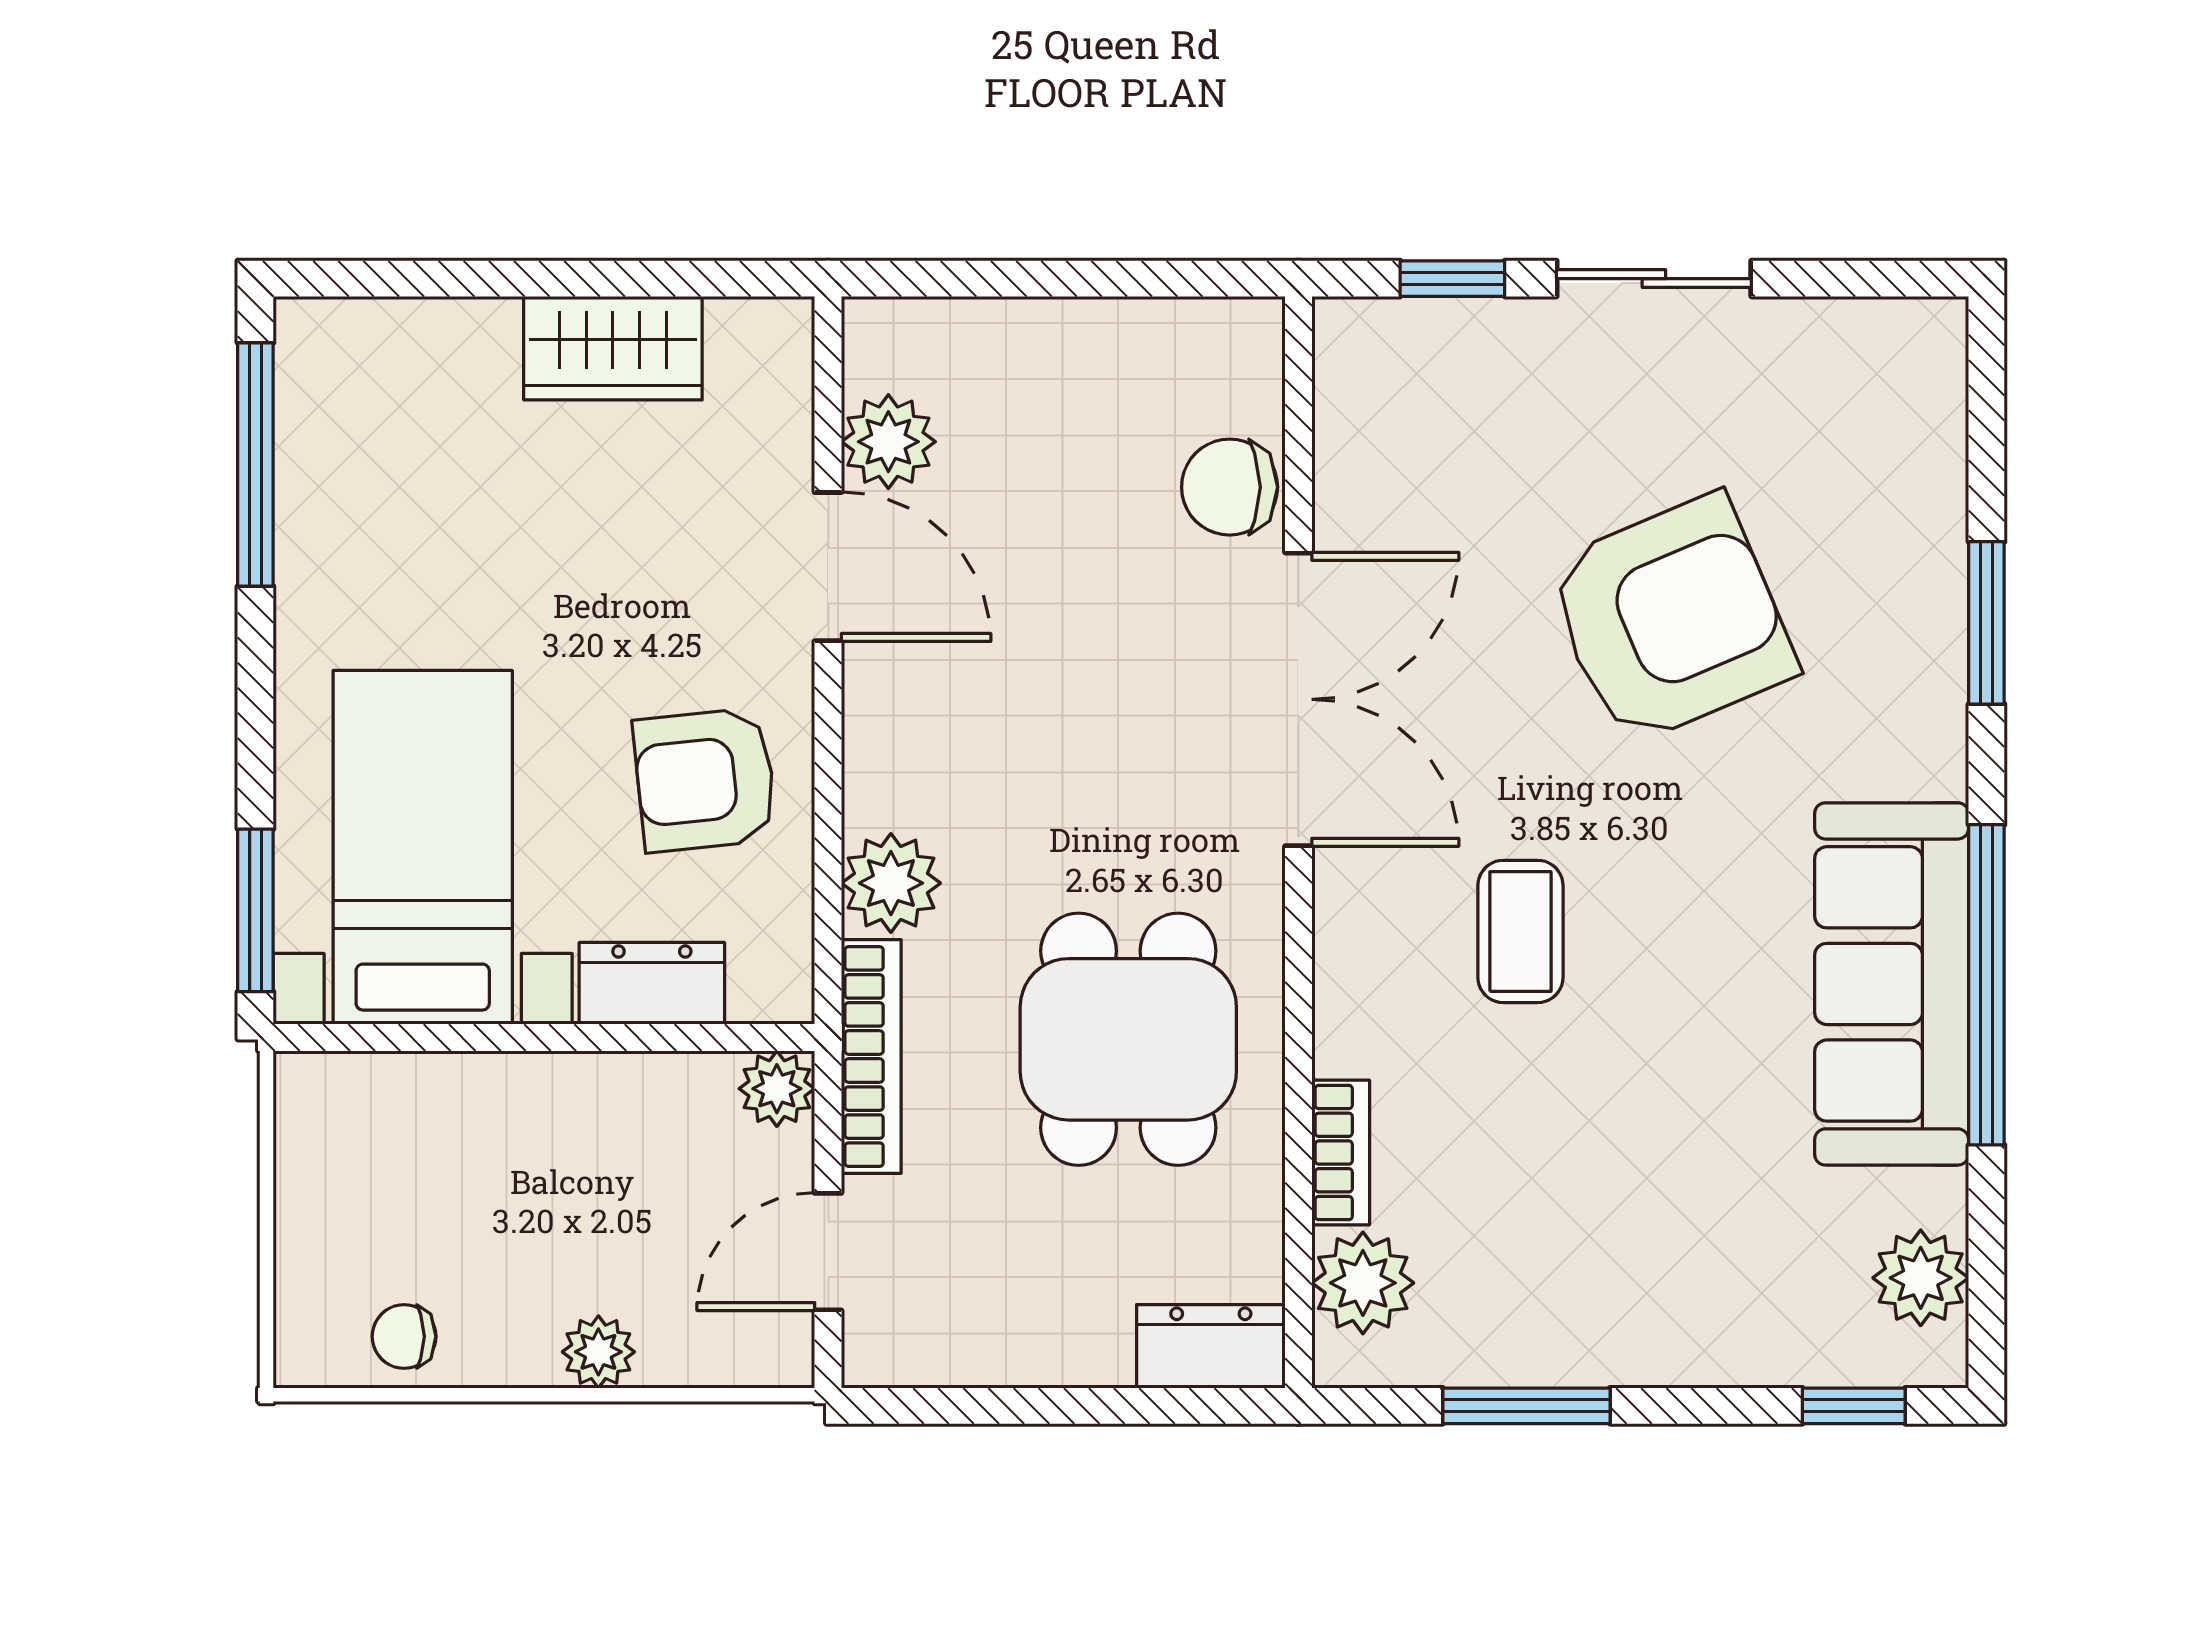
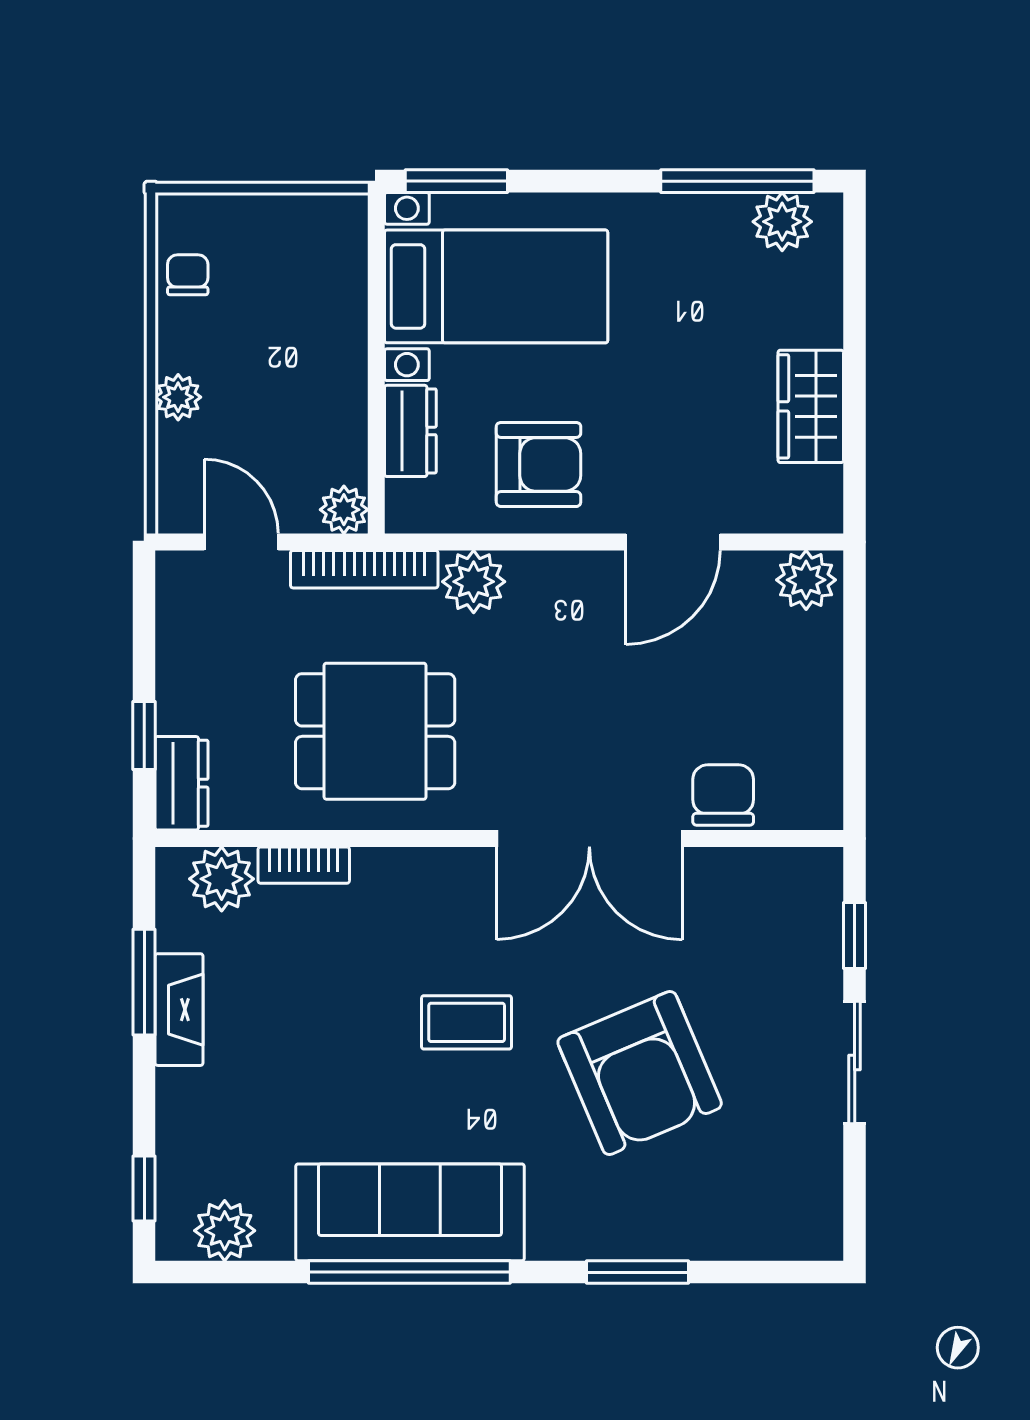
plant: (320, 393) -> (782, 222), added
plant: (888, 442) -> (806, 580), moved
armchair: (705, 780) -> (539, 464), turned 96
coffee table: (1520, 931) -> (467, 1022), moved
fireplace: (1570, 1350) -> (179, 1010), added
window: (1135, 1406) -> (144, 736), added

